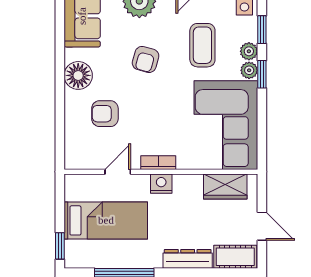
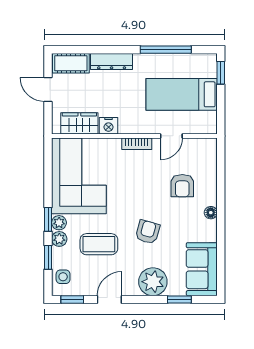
coffee table: (202, 45) -> (99, 244), turned 90
floor lamp: (78, 75) -> (211, 213), width x0.53, depth x0.53
armchair: (105, 114) -> (182, 186), turned 90
nightstand: (161, 184) -> (109, 126), moved

